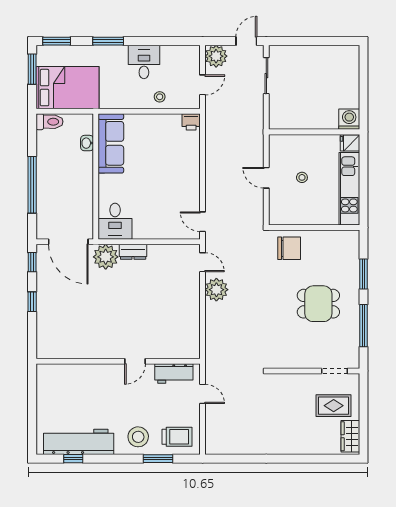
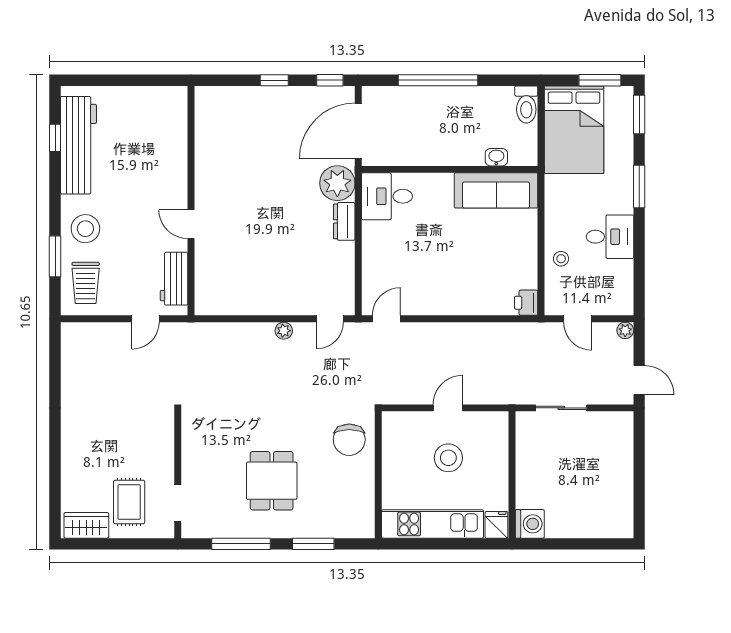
plant: (216, 56) -> (625, 330), width x0.53, depth x0.53
sliding door: (266, 76) -> (561, 408), moved
stool: (302, 177) -> (448, 458), width x1.89, depth x1.89
plant: (216, 290) -> (284, 331), width x0.53, depth x0.53

